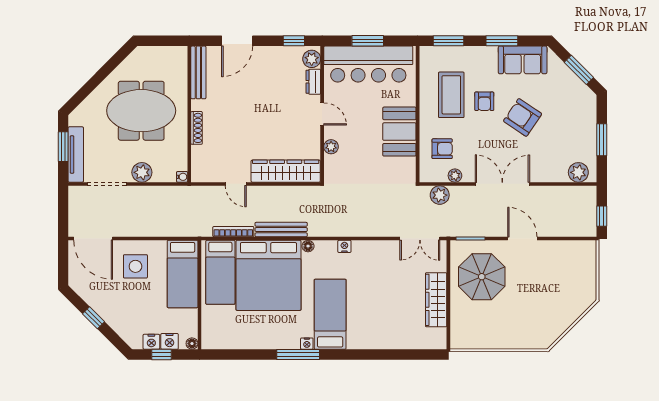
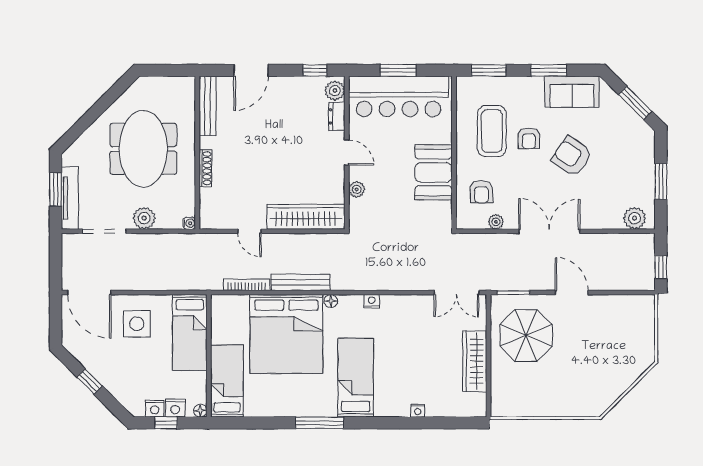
meeting table: (141, 111) -> (143, 149), turned 90
armchair: (442, 149) -> (481, 192), turned 90
plant: (440, 195) -> (479, 244), removed
bed: (220, 272) -> (227, 381), moved, turned 180
nightstand: (307, 344) -> (418, 411), moved

